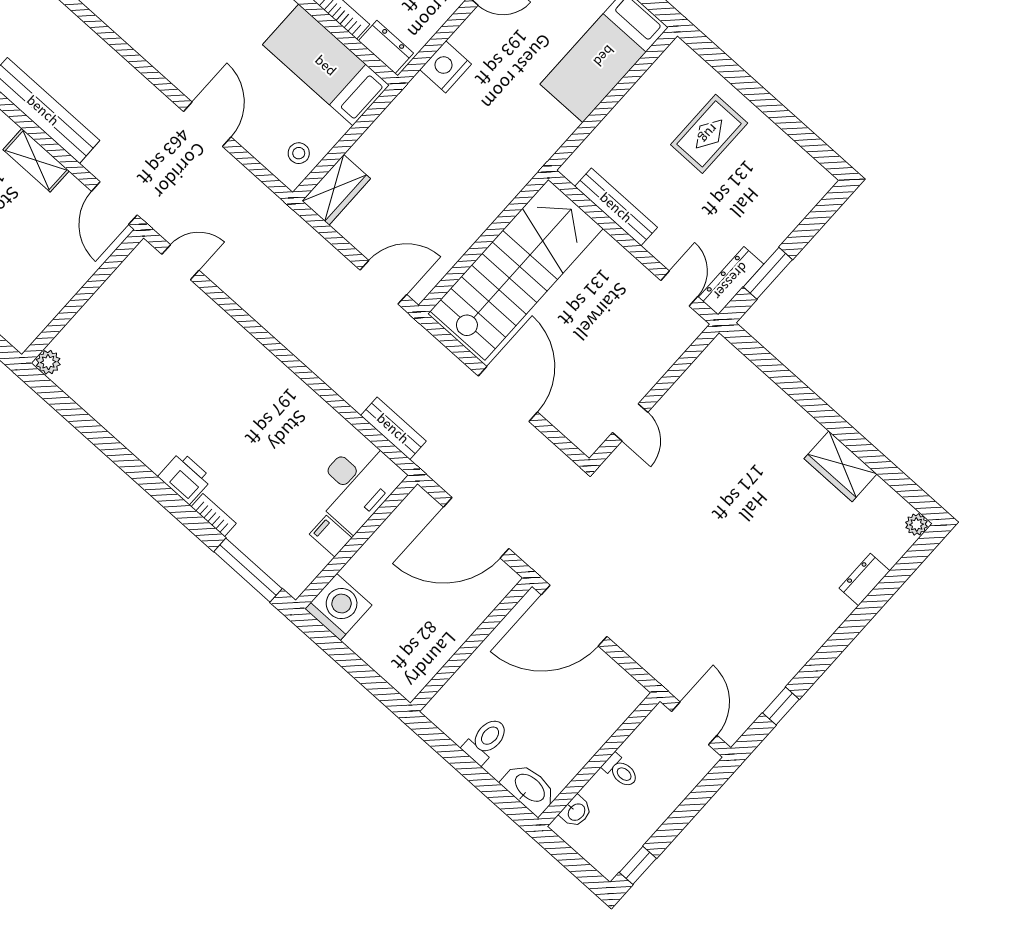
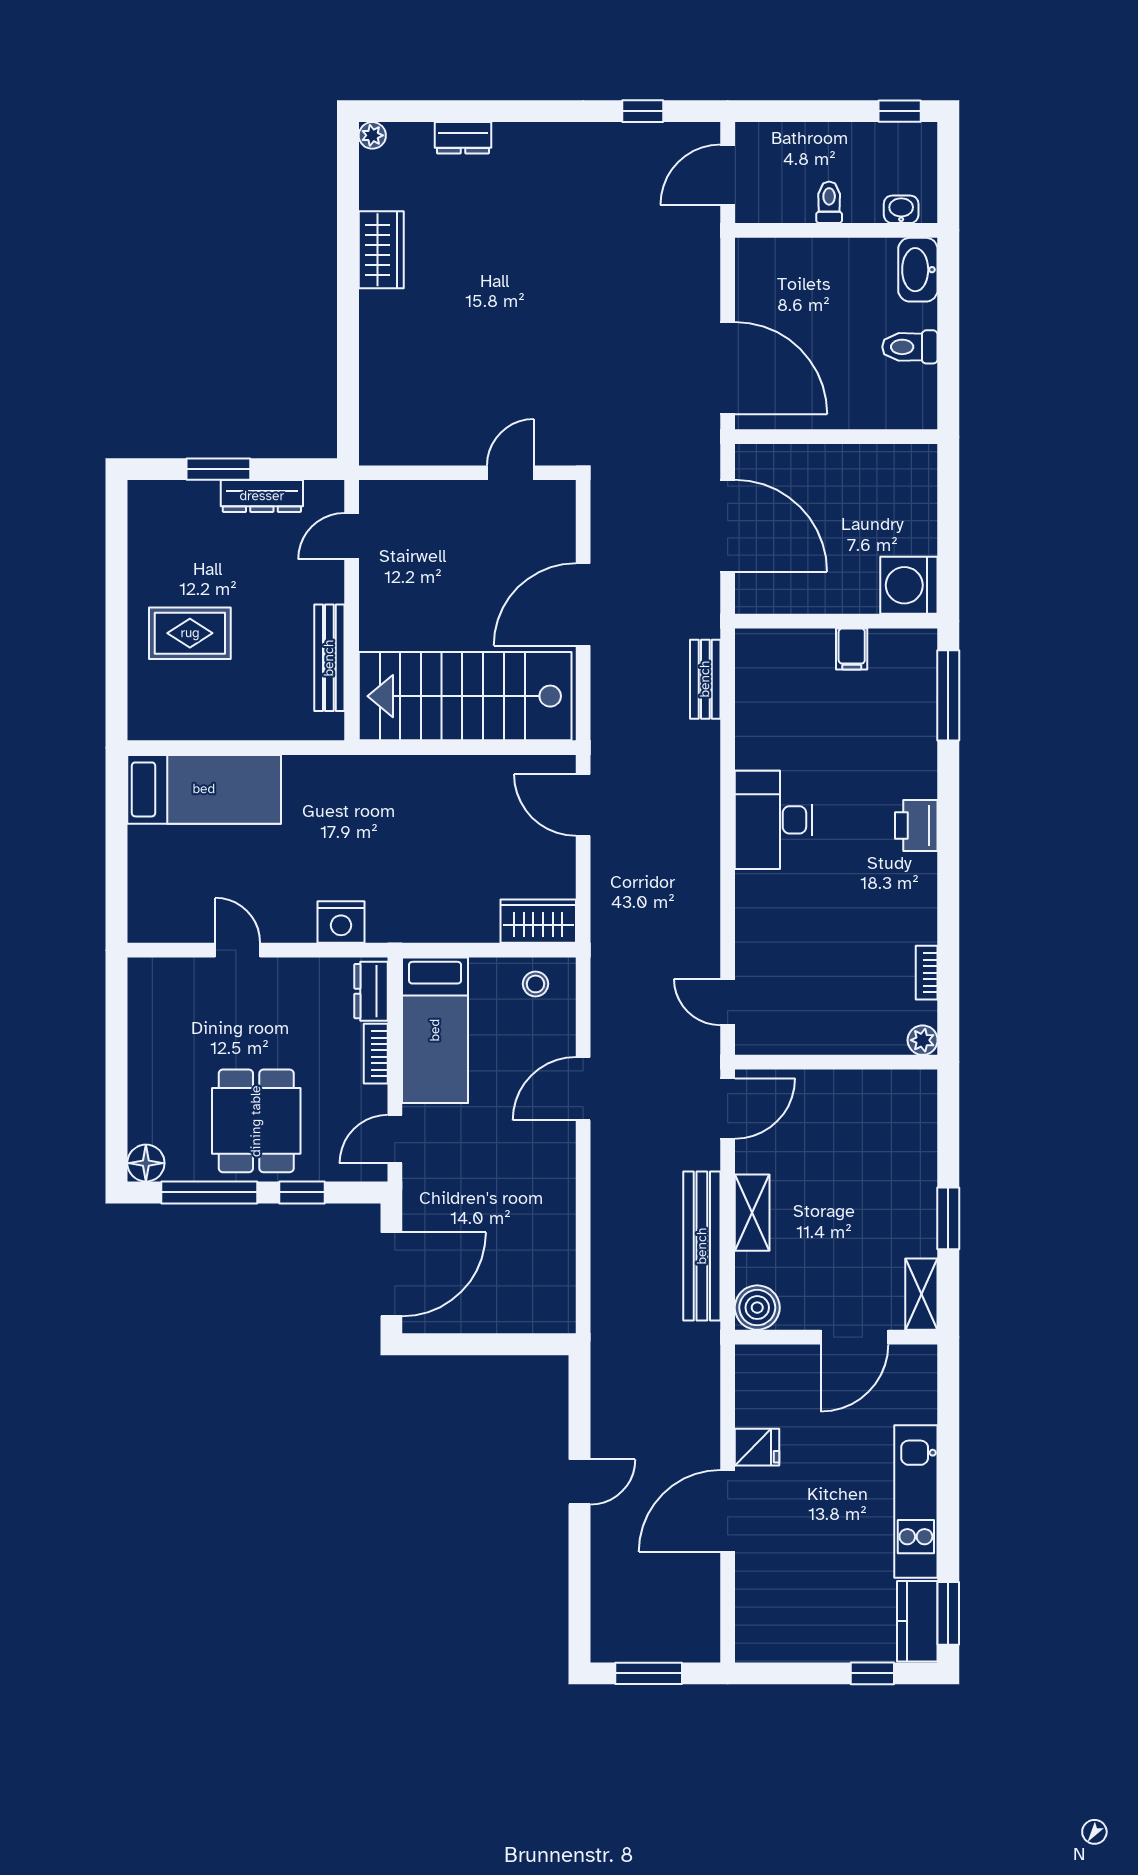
window: (768, 273) -> (218, 469), moved
dresser: (731, 281) -> (262, 496), moved
desk: (357, 484) -> (774, 820), moved, turned -90
bookcase: (214, 515) -> (927, 973), moved

